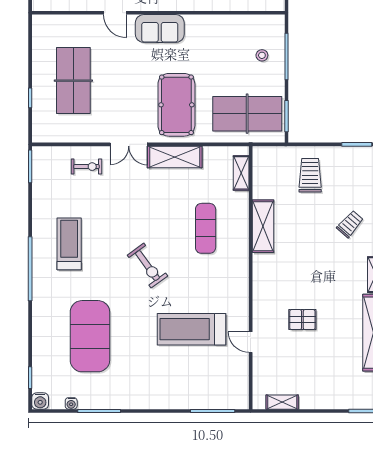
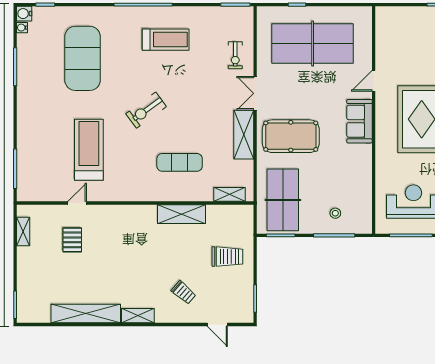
table tennis table: (73, 81) -> (313, 44), width x1.36, depth x1.32
pallet: (302, 320) -> (72, 240), moved
exercise mat: (90, 336) -> (83, 58), turned 90
water cooler: (71, 403) -> (22, 28), moved

